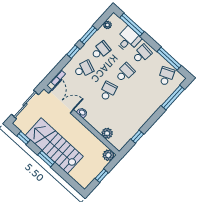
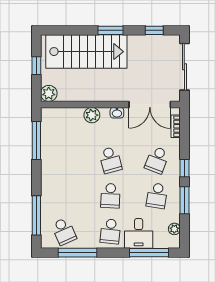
plant: (107, 133) -> (92, 115), moved
window: (137, 137) -> (36, 140), width x2.17
stairs: (54, 146) -> (86, 52), moved

